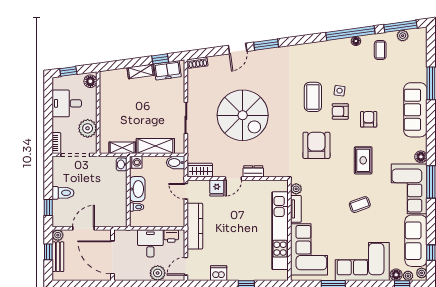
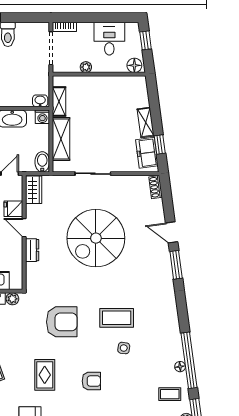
armchair: (340, 111) -> (100, 349), removed
plant: (88, 128) -> (86, 67), width x0.53, depth x0.53
rug: (363, 160) -> (45, 375), turned 90

